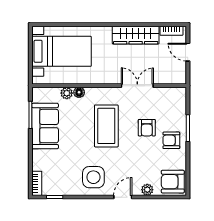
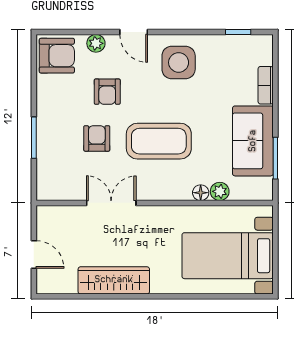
bookcase: (171, 31) -> (59, 287), removed
double door: (137, 86) -> (111, 203), swing flipped
coffee table: (106, 126) -> (159, 141), turned 90
armchair: (171, 140) -> (107, 92), moved, turned 90
bookcase: (37, 183) -> (266, 85), moved
door: (123, 197) -> (134, 32), hinge flipped

